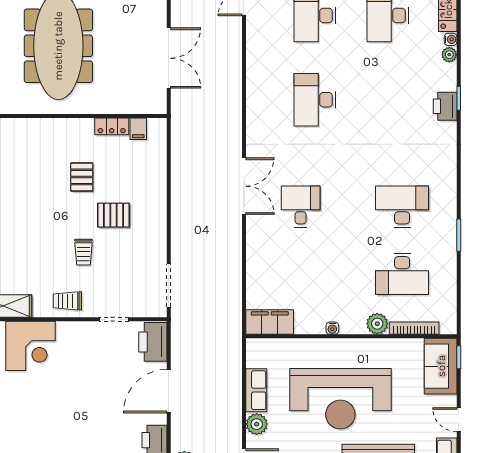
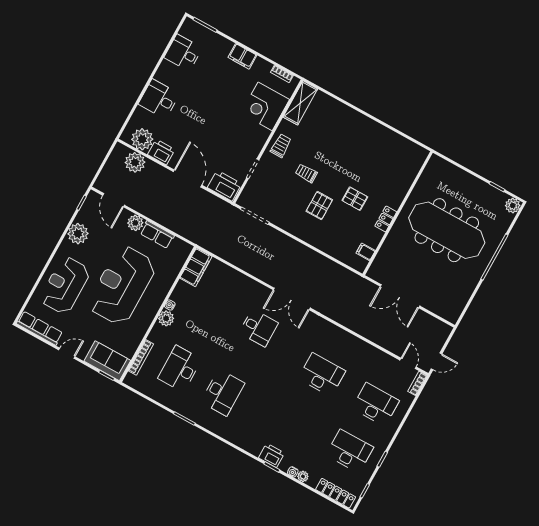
water cooler: (451, 39) -> (293, 472), moved
locker: (112, 126) -> (386, 219), moved
plant: (377, 324) -> (166, 318), moved

